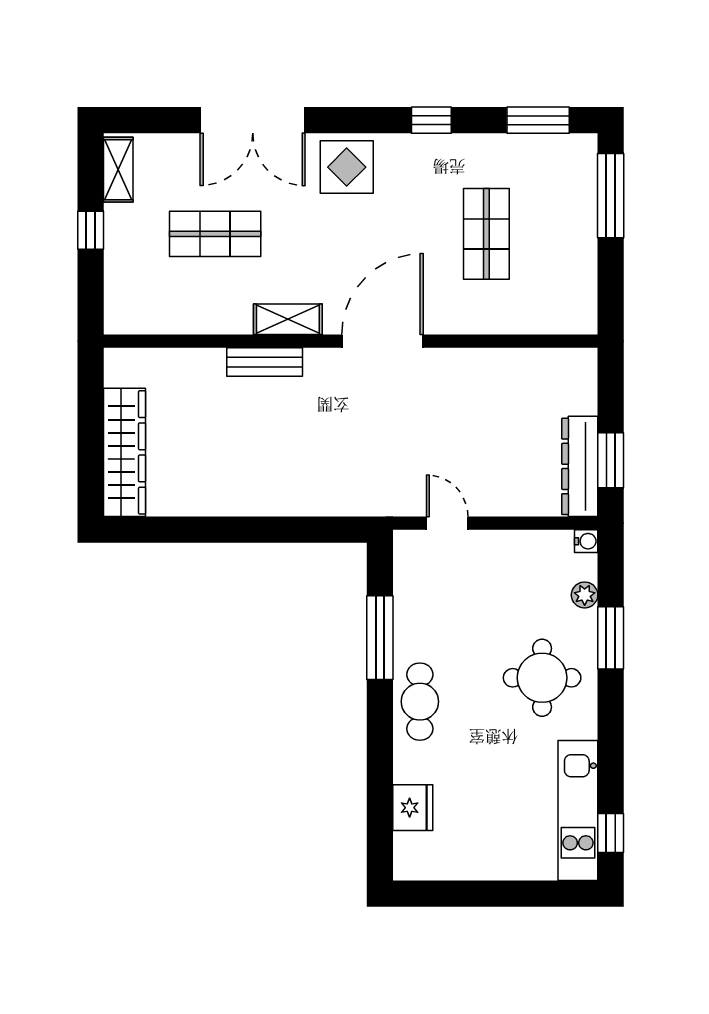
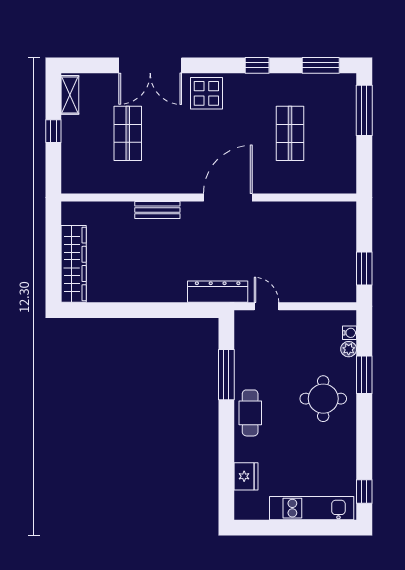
shop shelf: (215, 234) -> (128, 133), turned 90
shelving: (288, 319) -> (171, 184), removed
dresser: (580, 466) -> (218, 292), moved, turned 90
water cooler: (586, 541) -> (350, 333), moved
kitchen unit: (578, 811) -> (312, 508), moved, turned 90

